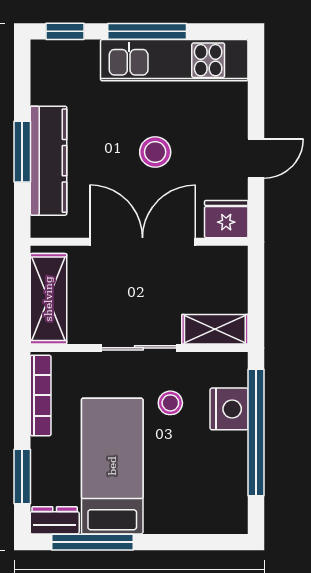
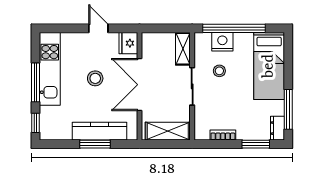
bookcase: (41, 395) -> (223, 135), width x0.64
bed: (112, 466) -> (269, 66), moved, turned -90

